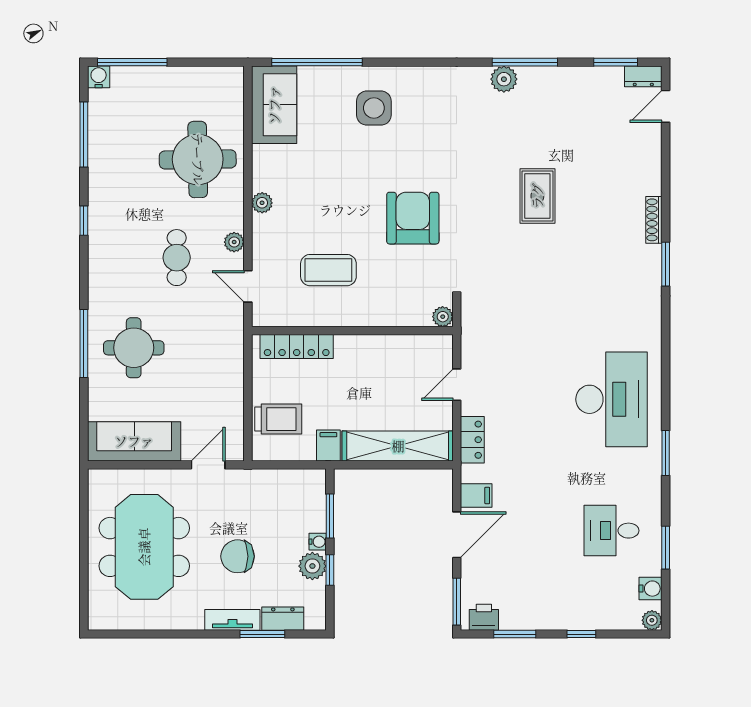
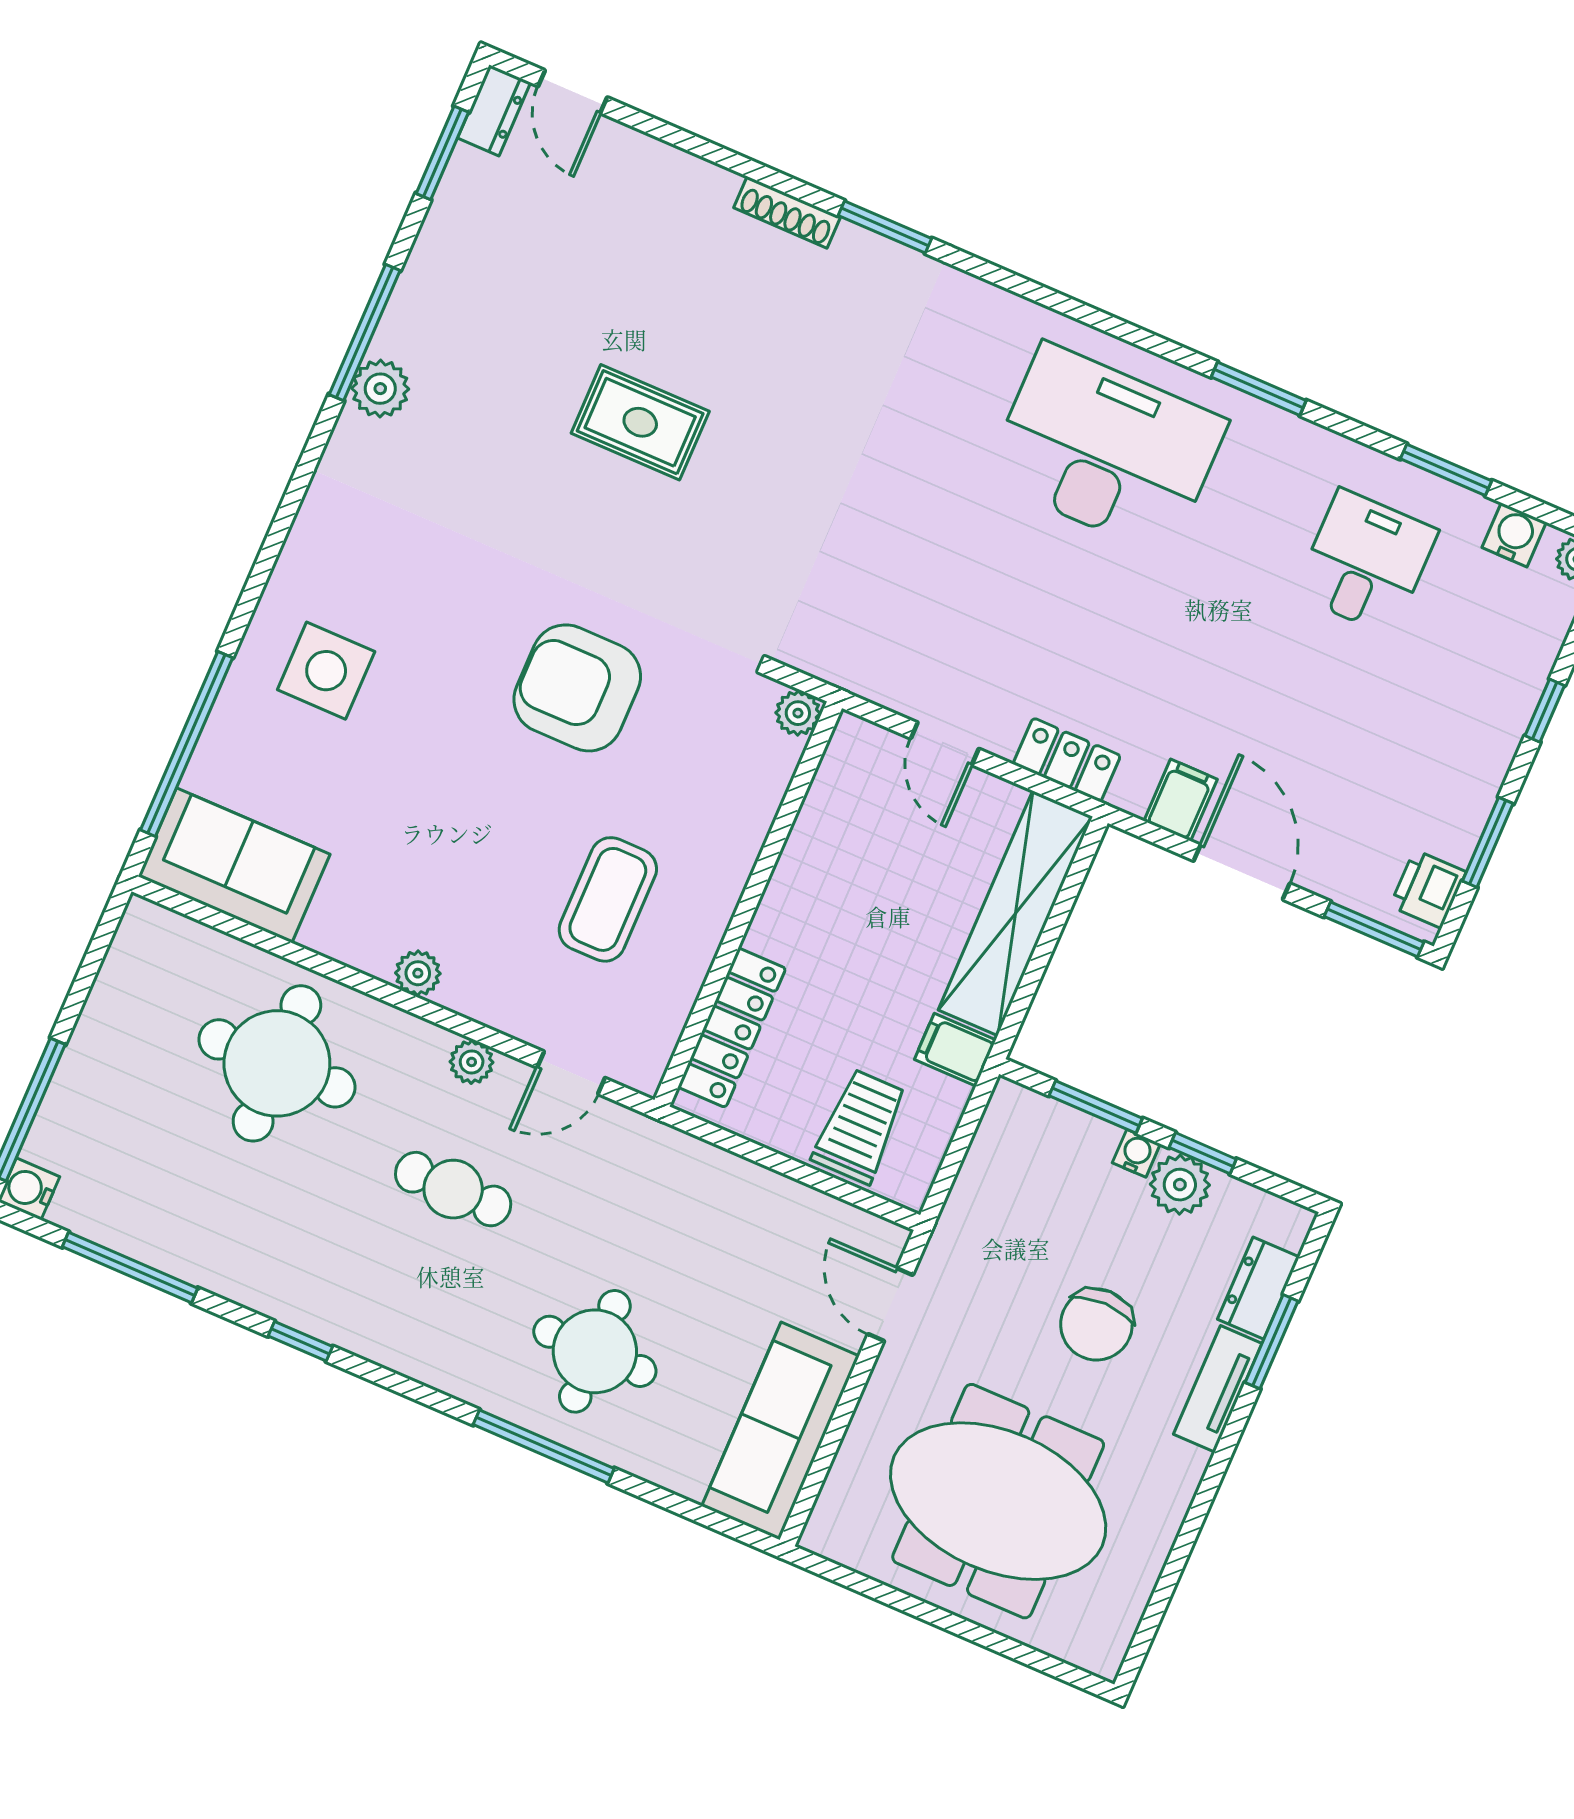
desk: (612, 531) -> (1366, 562), turned 180

